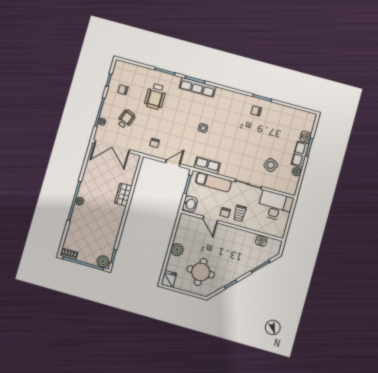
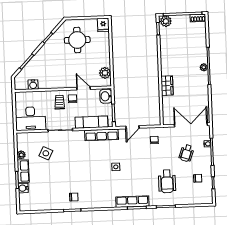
wheelchair: (155, 96) -> (167, 181), turned 180
row of seats: (207, 166) -> (102, 135), width x1.48
plant: (177, 250) -> (105, 73), moved

